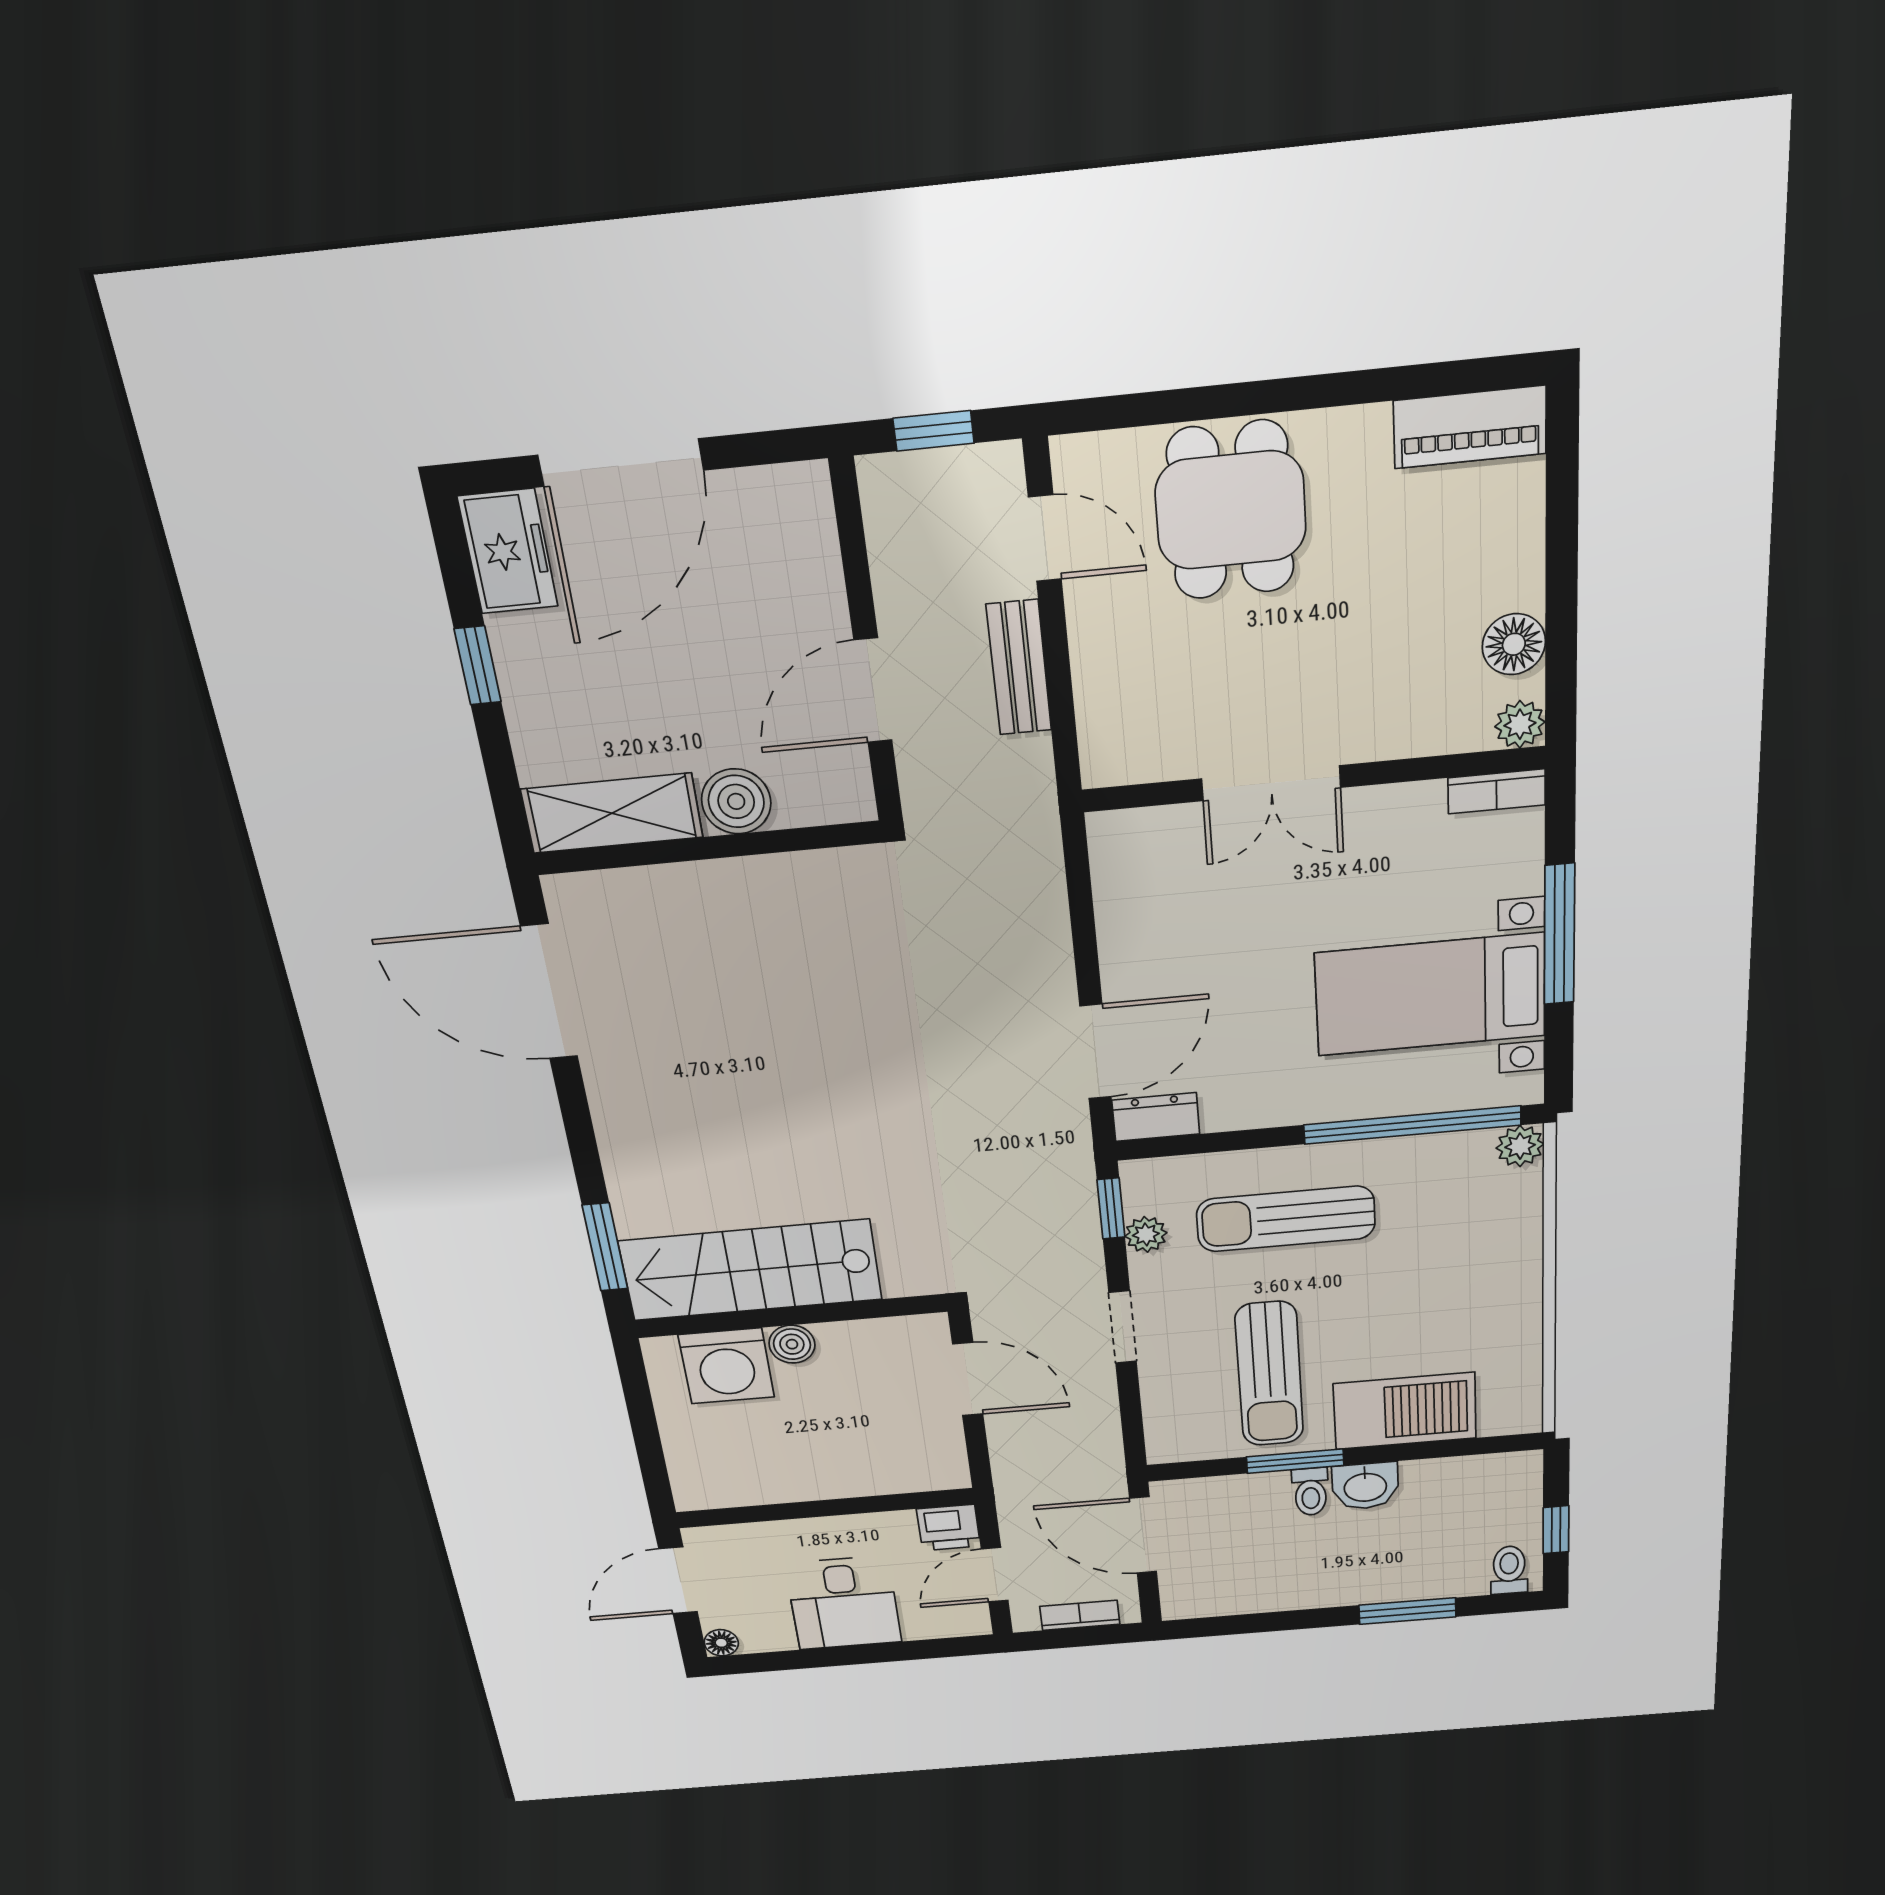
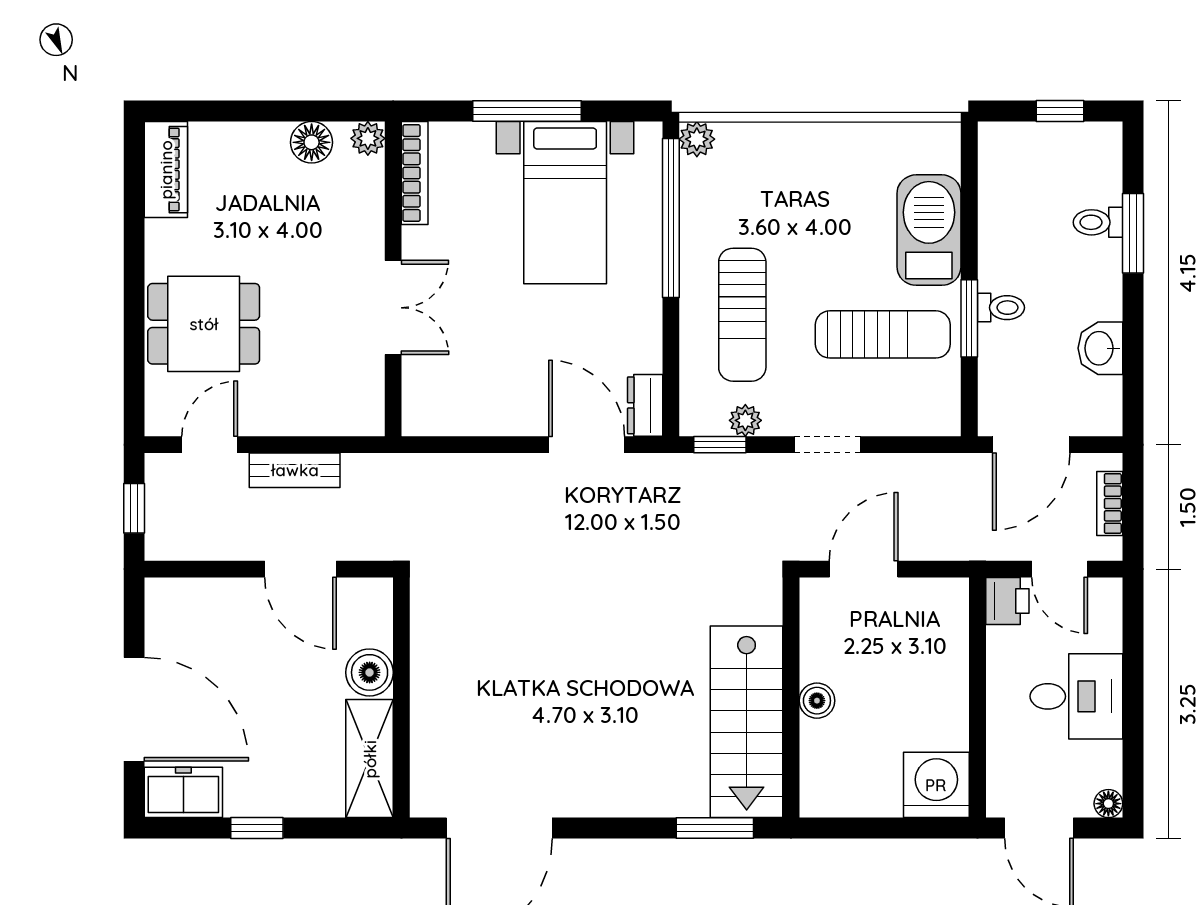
bookcase: (1497, 791) -> (415, 173), width x1.56
washing machine: (726, 1366) -> (936, 785), moved, turned -90
washbasin: (1365, 1486) -> (1100, 348), moved, turned 180
toilet: (1509, 1570) -> (1098, 222), moved

